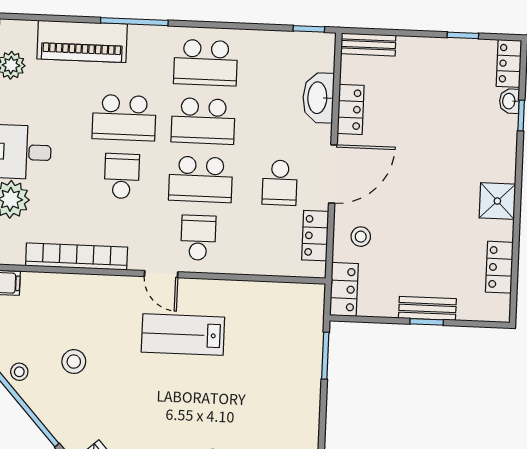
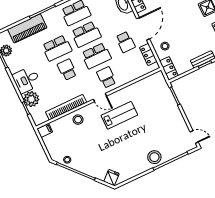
lab bench: (183, 335) -> (119, 115), turned 180
stool: (74, 362) -> (78, 120), moved

